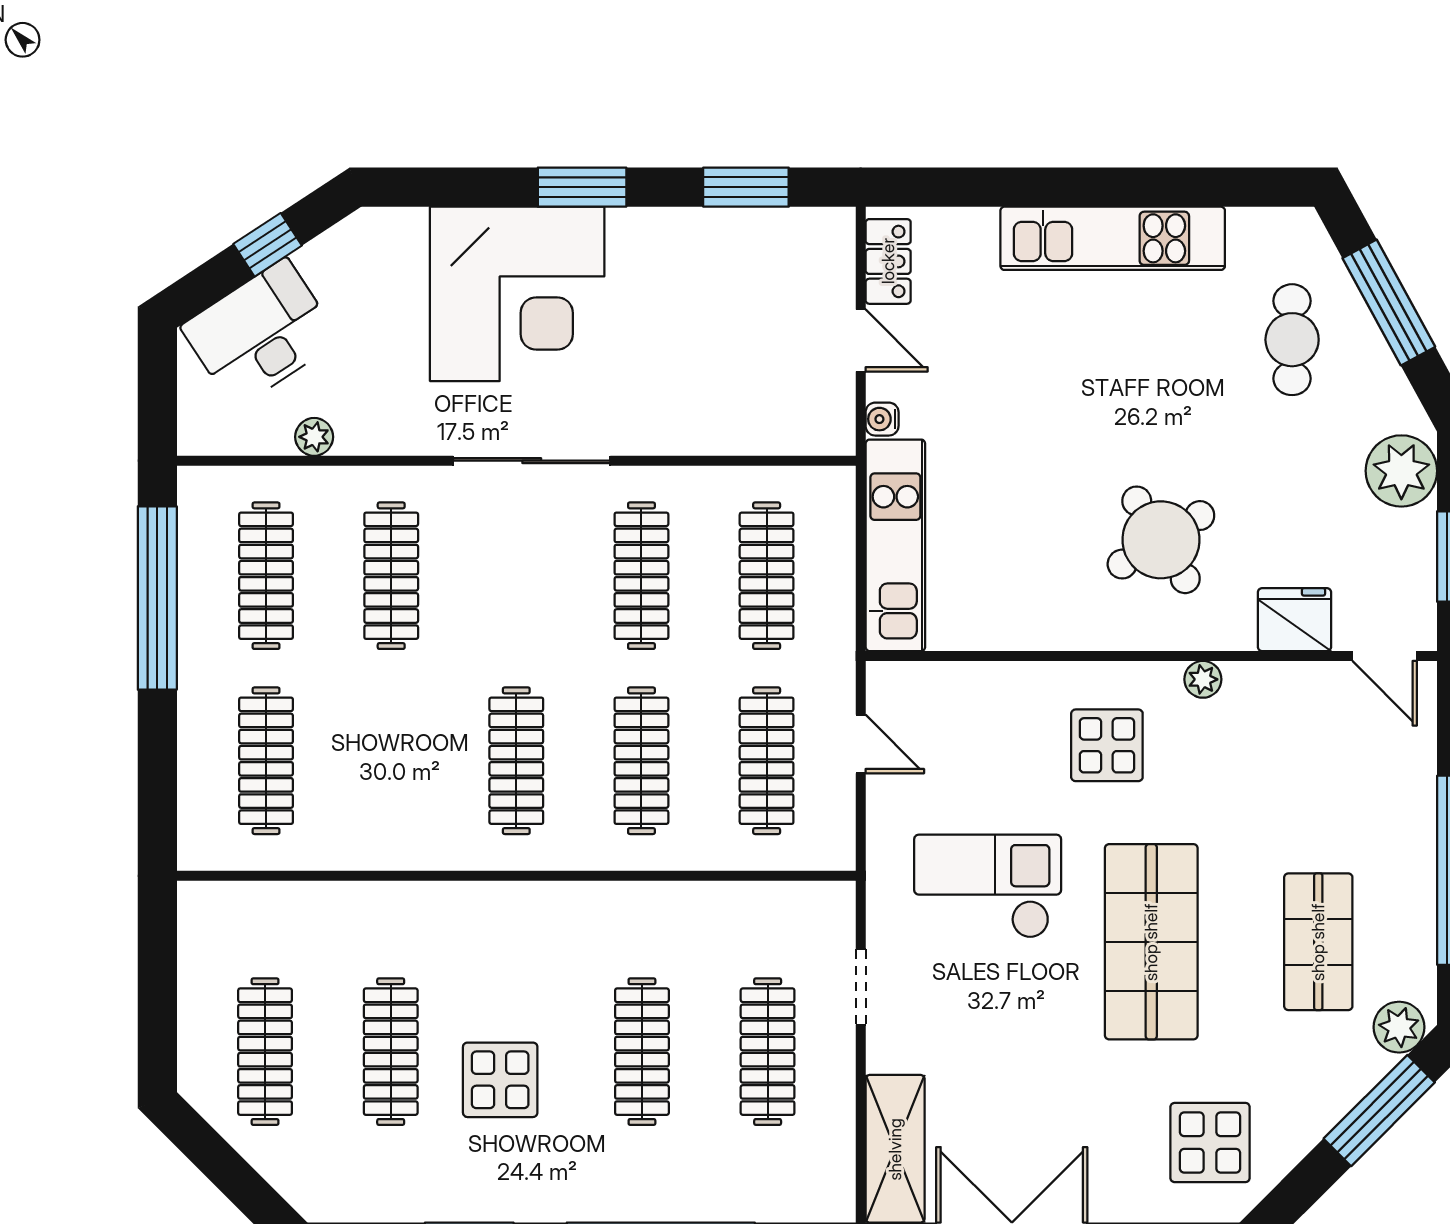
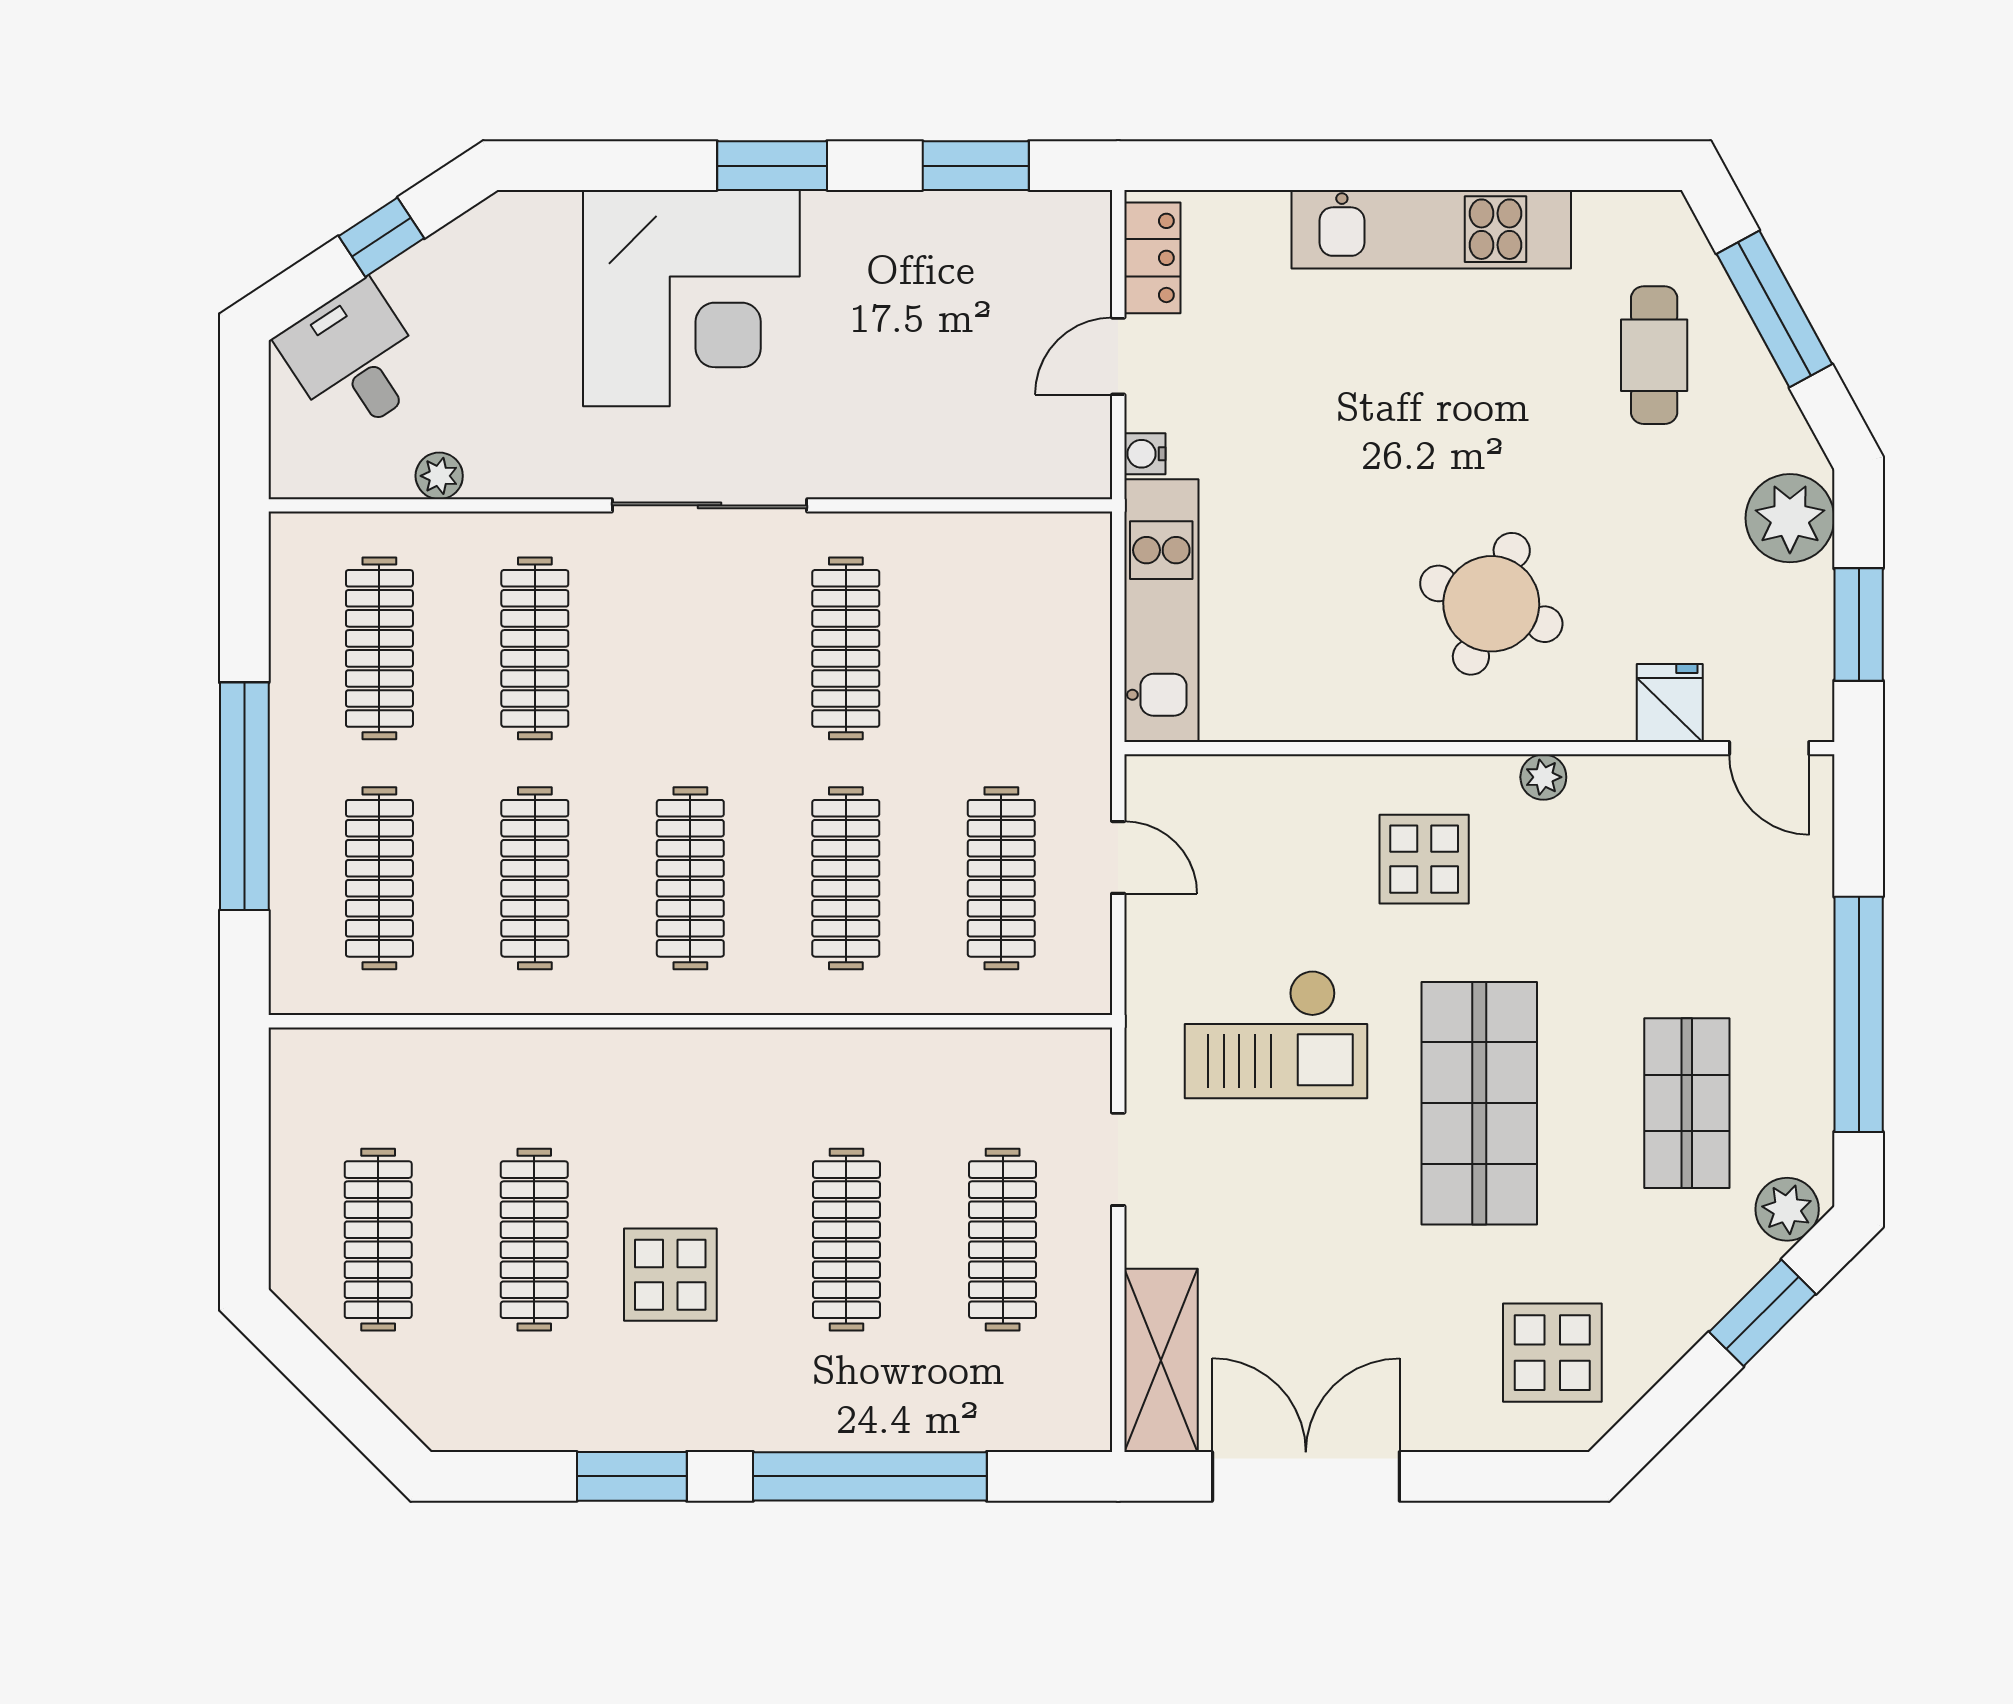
desk: (260, 333) -> (354, 359), width x0.73
door: (861, 341) -> (1118, 356), swing flipped
round table: (1161, 540) -> (1491, 604), turned -37
clothes rail: (767, 576) -> (535, 878), moved
window: (157, 598) -> (244, 796), moved
fridge: (1294, 620) -> (1670, 703), width x0.72
checkout: (988, 886) -> (1276, 1034), turned 180
window: (1379, 1111) -> (1762, 1313), width x0.69

